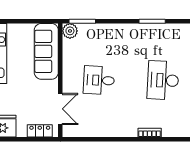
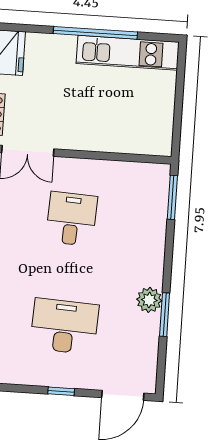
plant: (70, 31) -> (149, 300), moved
sofa: (46, 51) -> (126, 134), removed

